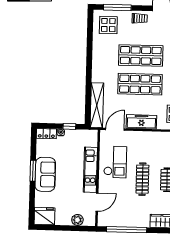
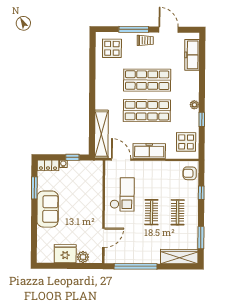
window: (117, 7) -> (134, 29), moved
door: (115, 129) -> (121, 159), hinge flipped
kitchen unit: (90, 170) -> (96, 203), removed
window: (33, 171) -> (34, 188), moved
clothes rail: (142, 179) -> (151, 212), width x0.73
fridge: (44, 216) -> (65, 254), moved

